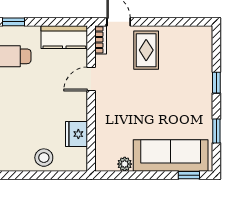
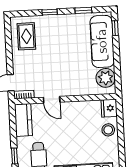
rug: (146, 50) -> (26, 36), moved, turned 90
fridge: (77, 134) -> (109, 108), moved, turned 90
plant: (125, 164) -> (106, 78), width x1.88, depth x1.88

